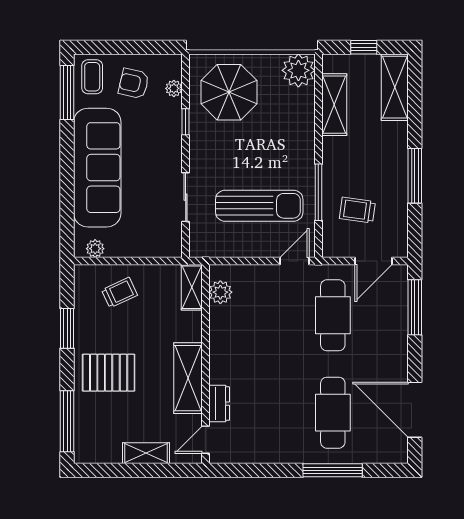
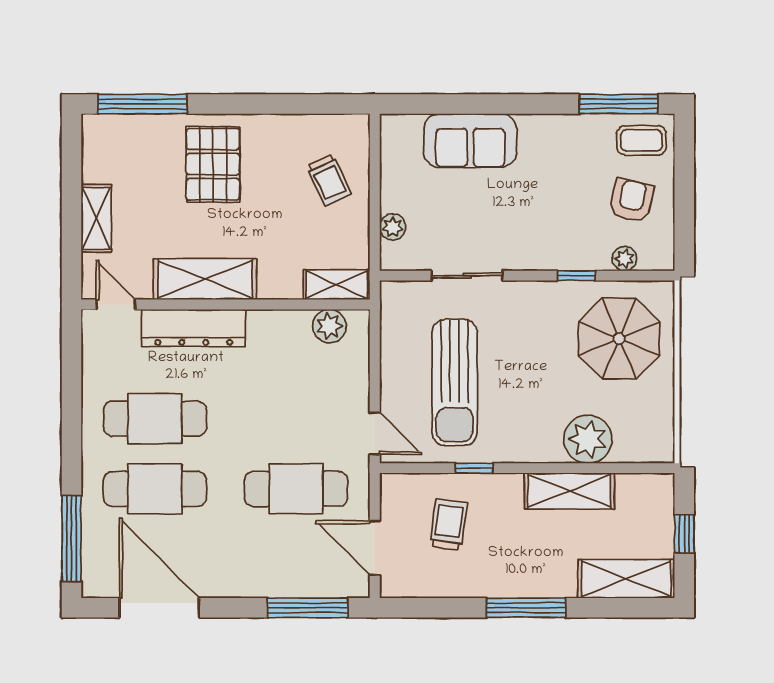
plant: (298, 70) -> (588, 439), moved
shelving: (334, 105) -> (569, 491), moved
sofa: (97, 168) -> (470, 141), width x0.54, depth x0.79
window: (415, 176) -> (526, 608), moved
window: (318, 192) -> (474, 468), width x0.46
plant: (95, 249) -> (393, 227), moved
window: (67, 328) -> (277, 104), removed
dresser: (219, 404) -> (194, 328), width x1.96, depth x1.24
door: (415, 410) -> (159, 608), hinge flipped
cafe table: (284, 413) -> (155, 419), added
window: (333, 470) -> (72, 539), moved

